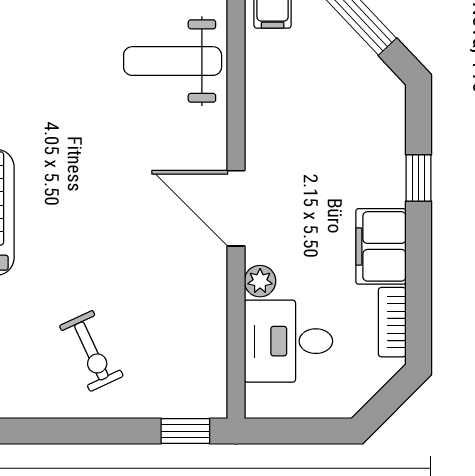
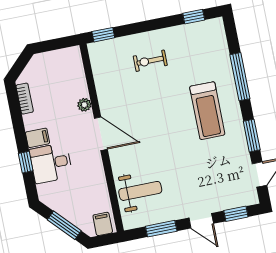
filing cabinet: (381, 246) -> (37, 138), width x0.50
desk: (288, 341) -> (51, 163), moved, turned 180
exercise bike: (91, 351) -> (150, 61), turned -65

